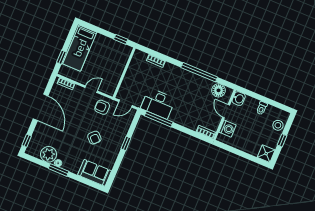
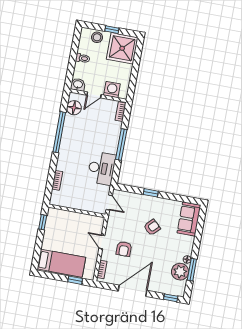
armchair: (102, 107) -> (124, 249), moved
window: (159, 119) -> (121, 145), moved
shower: (266, 154) -> (122, 48), width x1.86, depth x1.86
window: (58, 170) -> (192, 270), moved

